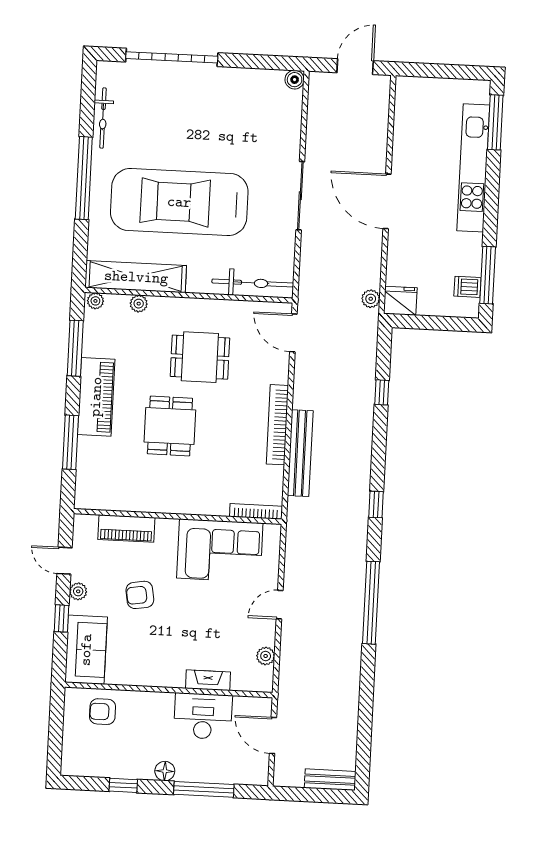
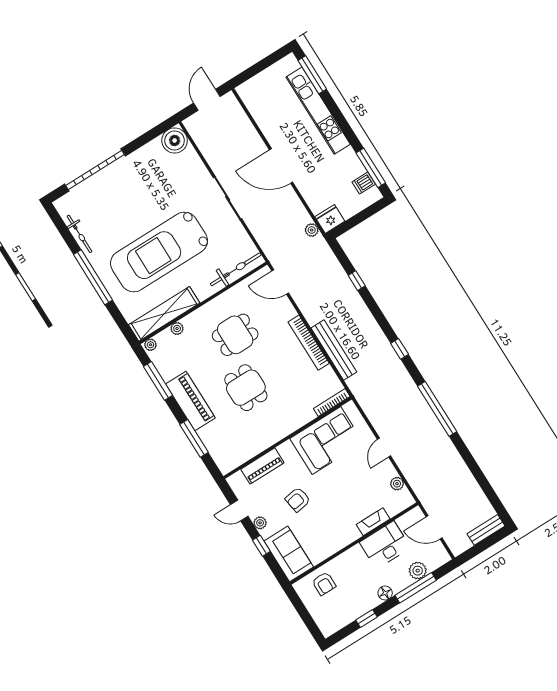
boiler: (295, 80) -> (175, 140), width x1.86, depth x1.86
armchair: (103, 712) -> (324, 584), turned -90
plant: (220, 772) -> (418, 571), added

